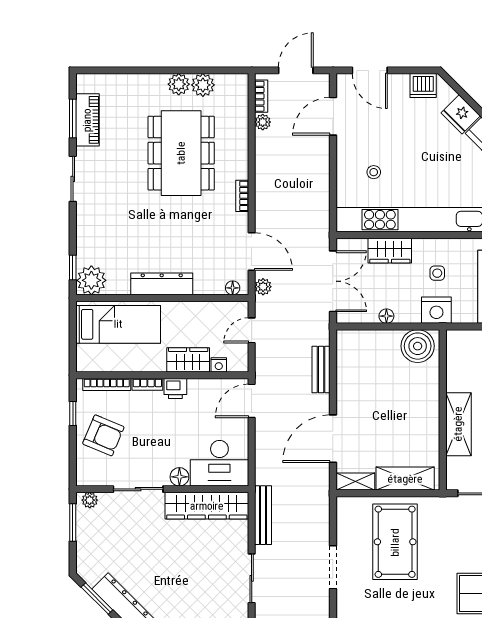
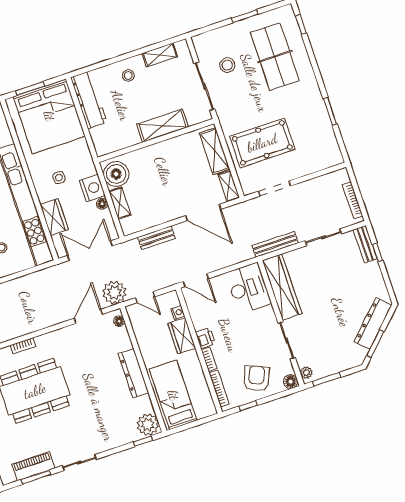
bookcase: (242, 196) -> (23, 346), moved
plant: (263, 287) -> (114, 293), width x1.88, depth x1.88
nightstand: (436, 310) -> (92, 188), moved
shelving: (380, 338) -> (120, 203), added
floor lamp: (179, 477) -> (291, 382), moved
doorway: (333, 567) -> (274, 189), moved

